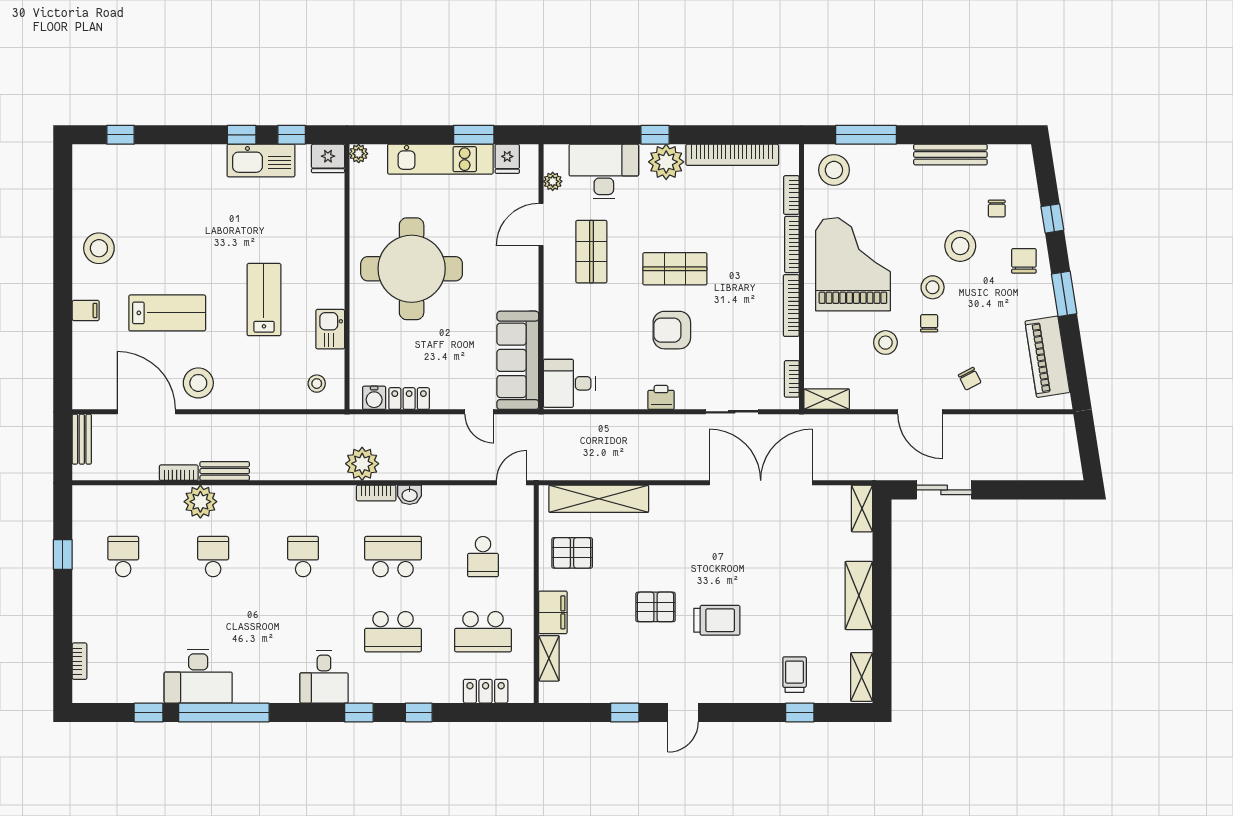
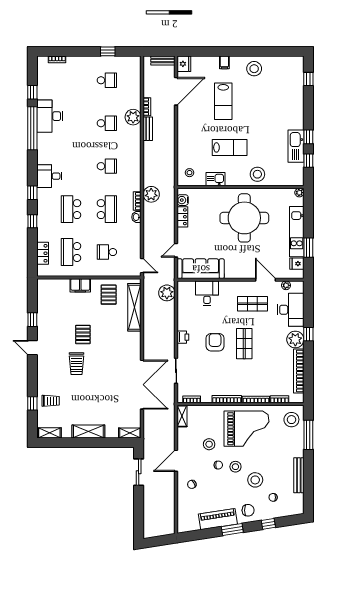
fridge: (328, 158) -> (184, 64), moved, turned 180
piano: (1047, 357) -> (218, 519), moved
stool: (198, 383) -> (257, 174), moved
desk: (569, 383) -> (207, 293), moved
plant: (569, 431) -> (167, 293), added
shelving: (549, 658) -> (58, 284), removed

